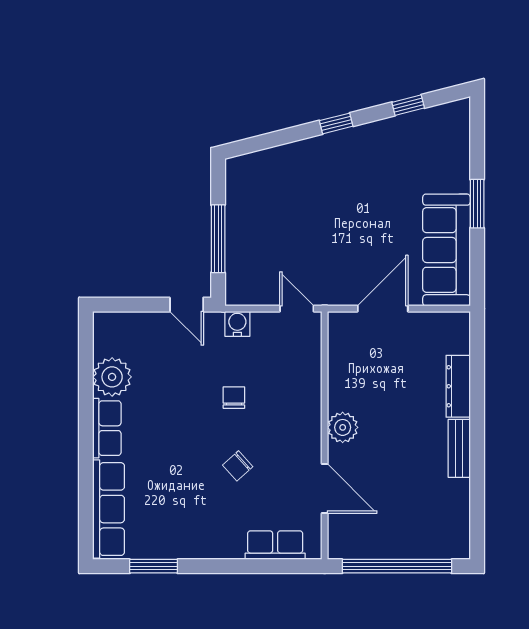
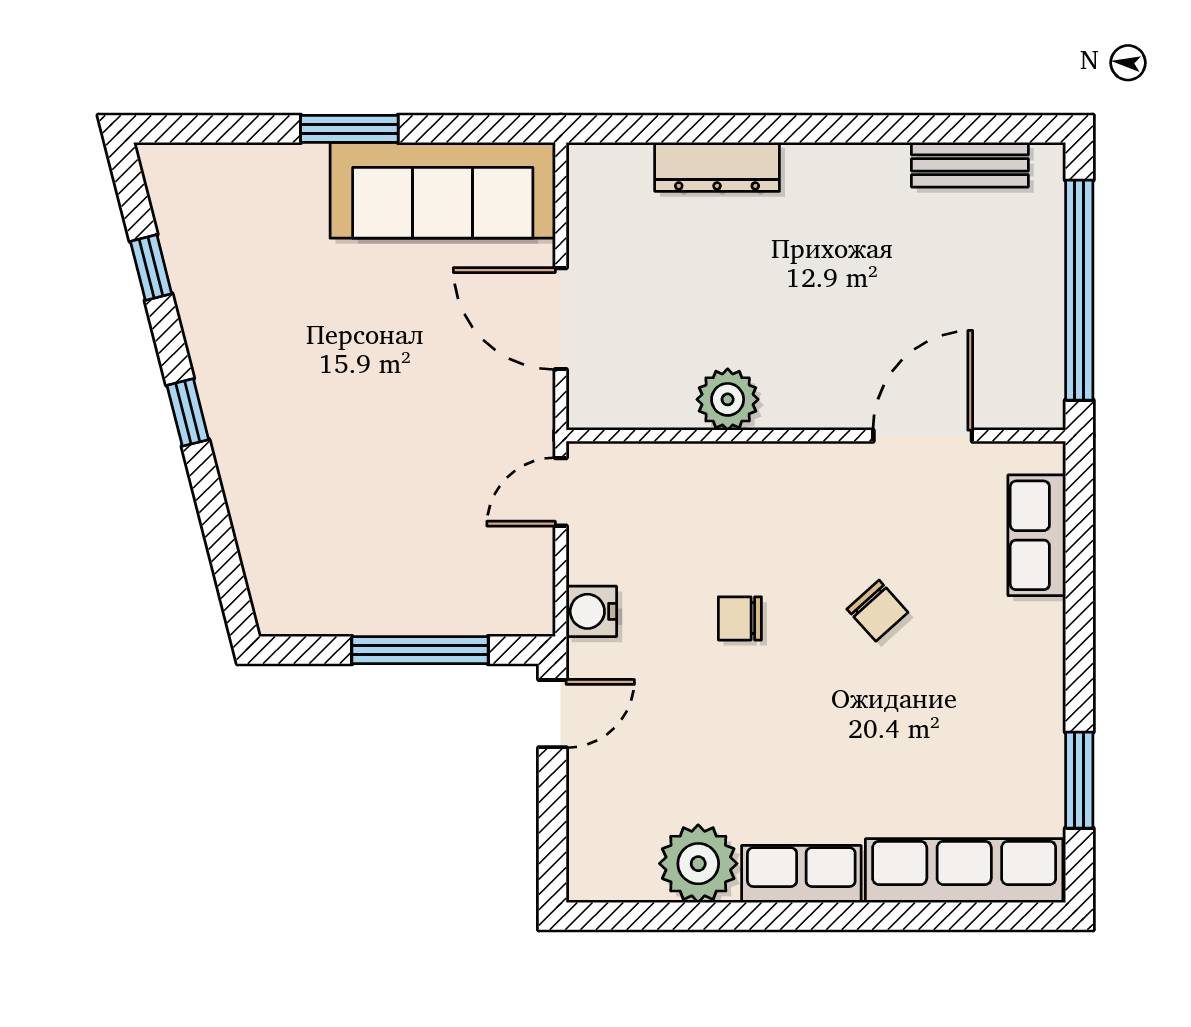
plant: (343, 427) -> (728, 399), moved
bench: (459, 448) -> (970, 165), moved

